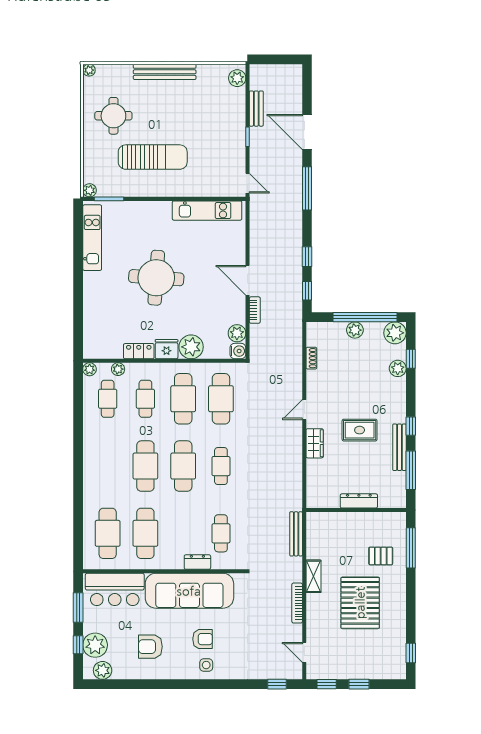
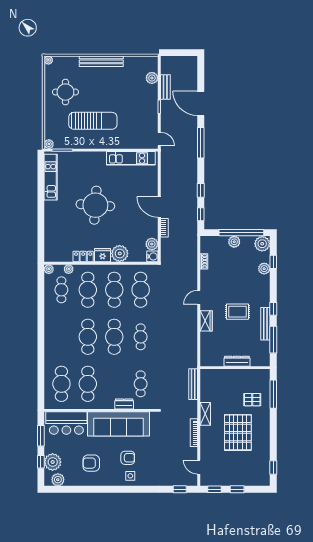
plant: (237, 78) -> (152, 78), moved
cafe table: (145, 399) -> (88, 290), width x1.37, depth x1.35

